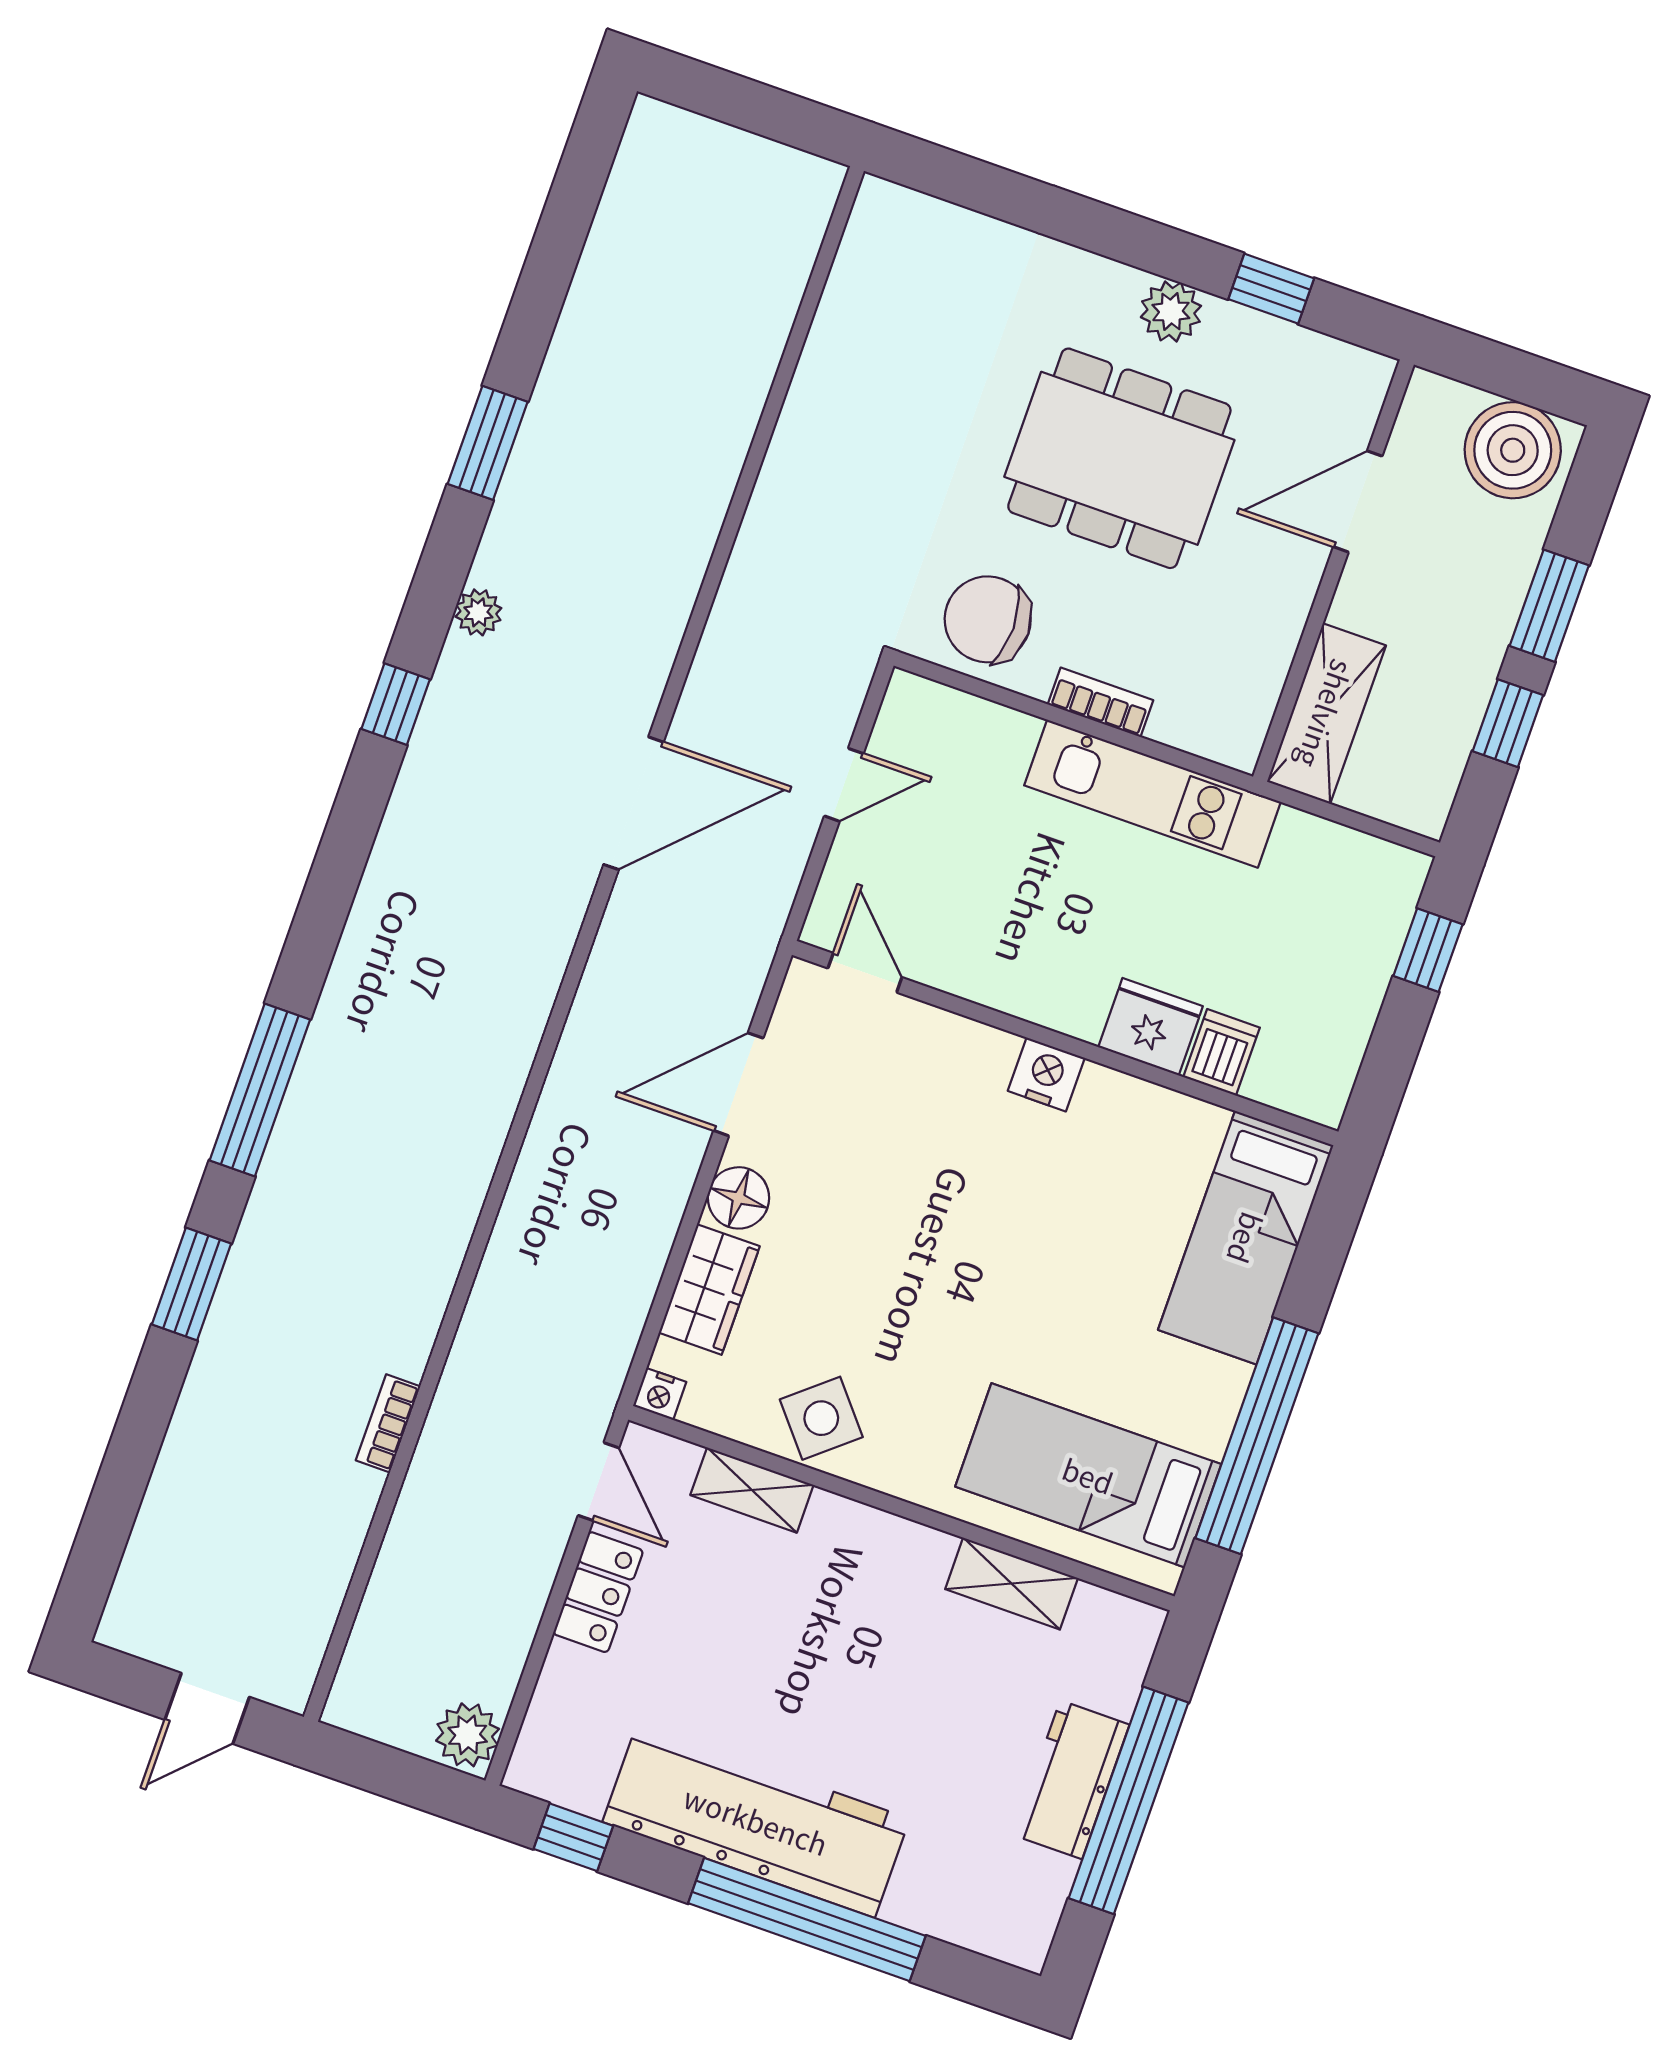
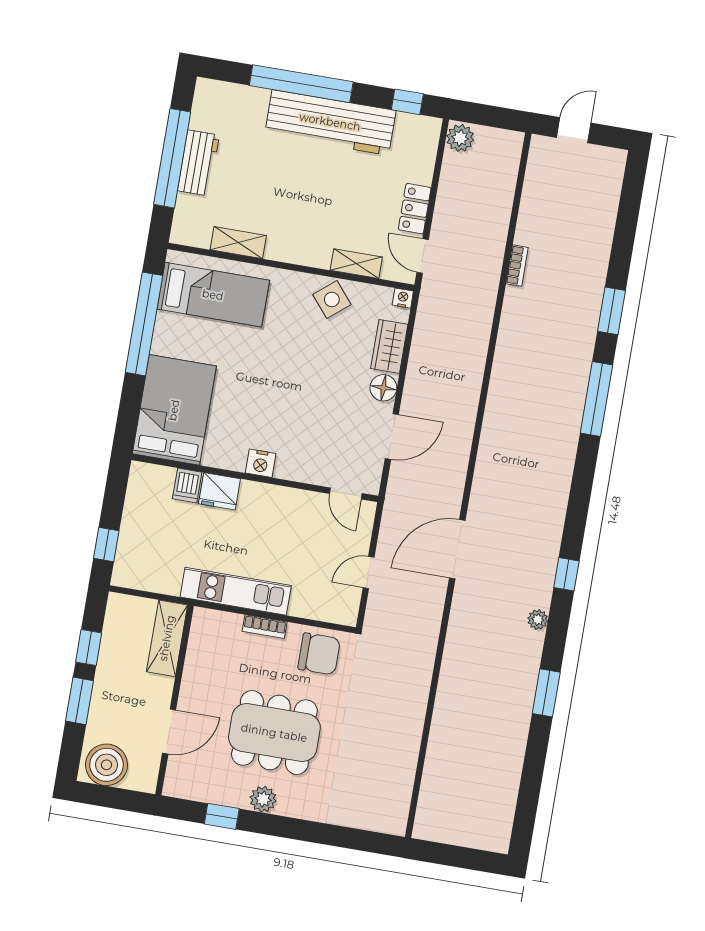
bed: (1246, 1238) -> (174, 410), width x1.50

